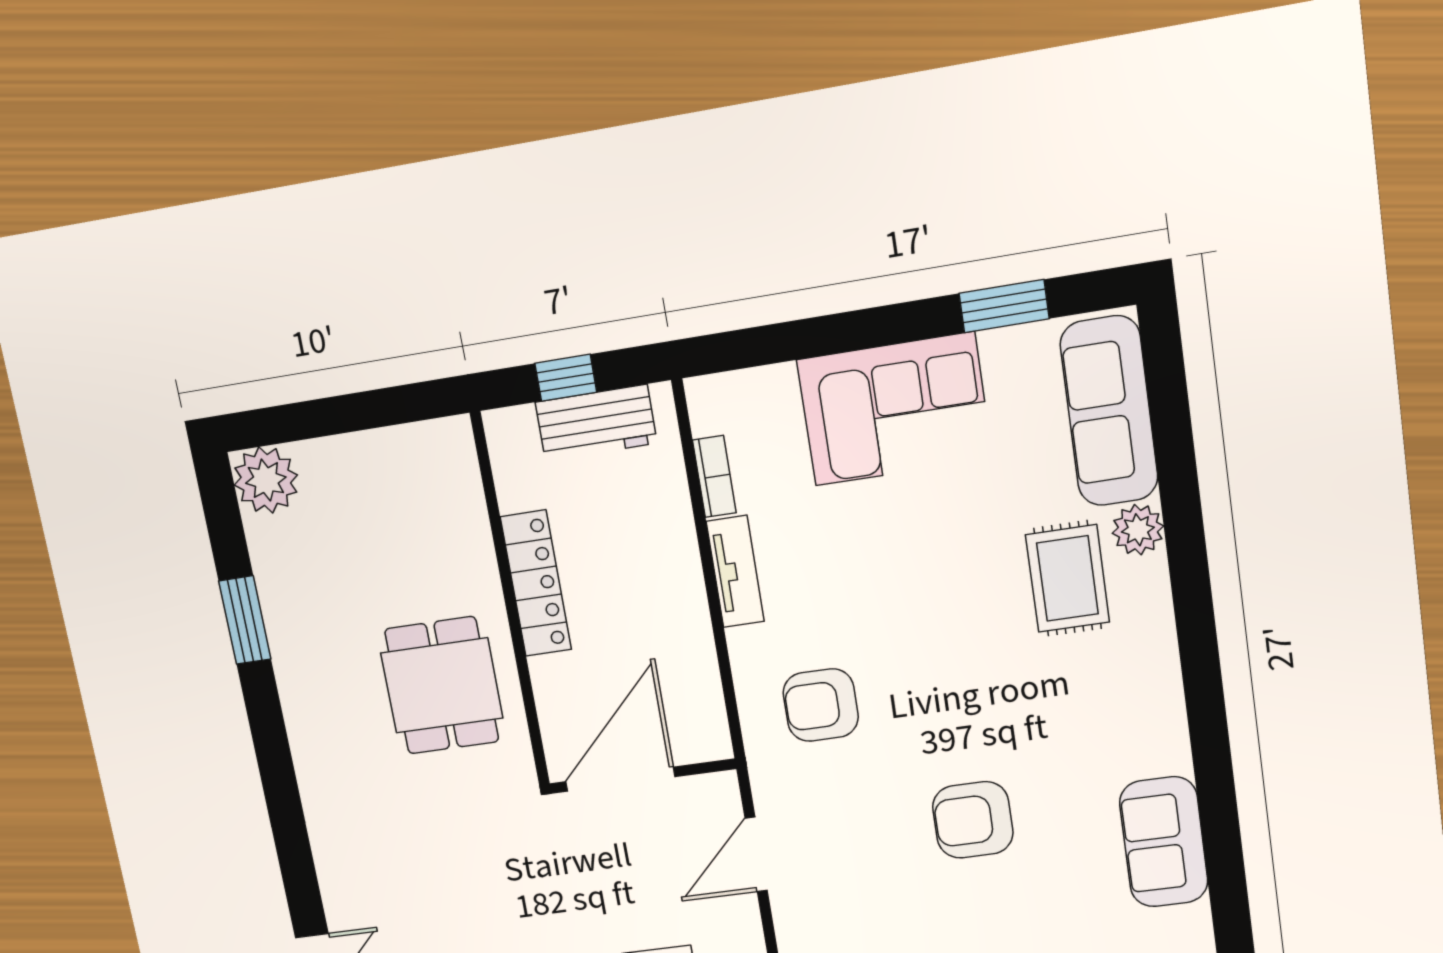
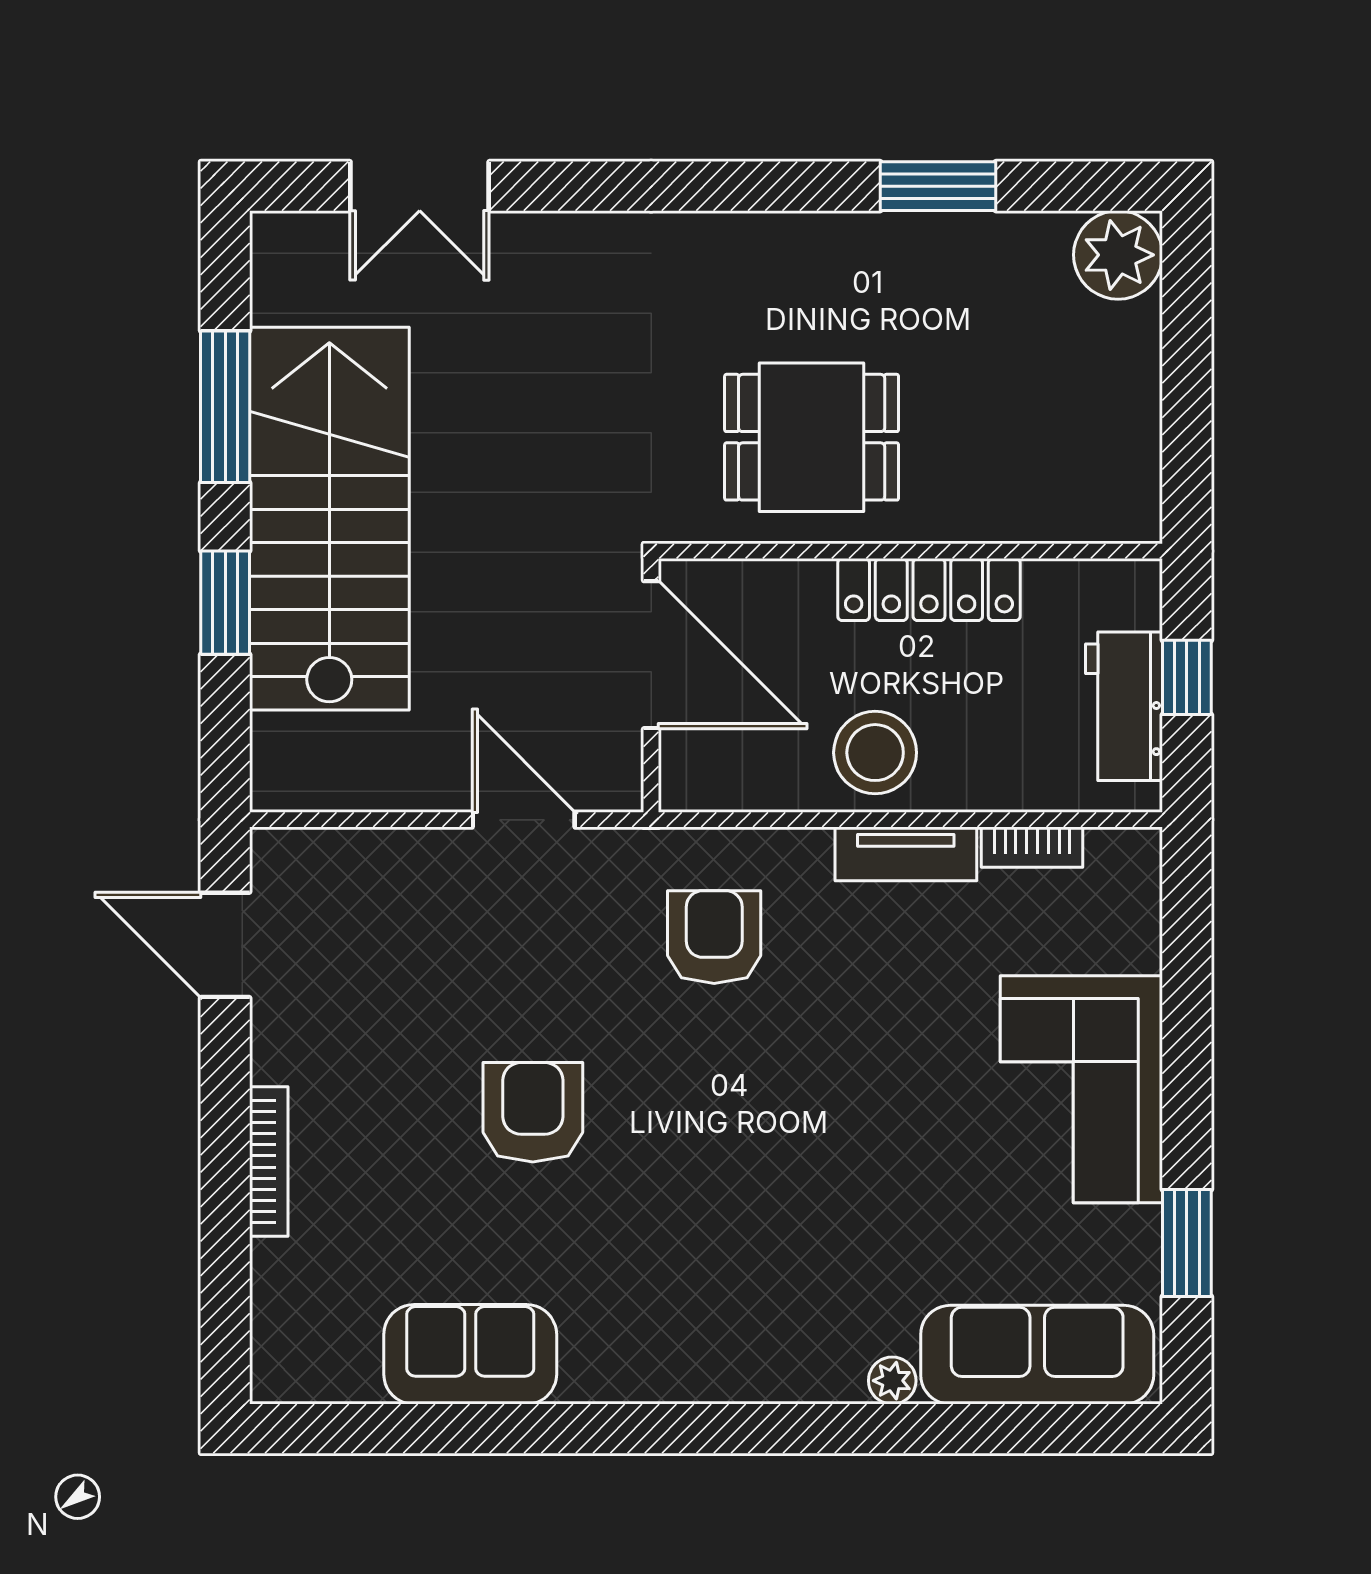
plant: (1138, 530) -> (892, 1381), width x0.73, depth x0.73
rug: (1068, 578) -> (834, 1276), removed
stool: (663, 606) -> (875, 753), added

